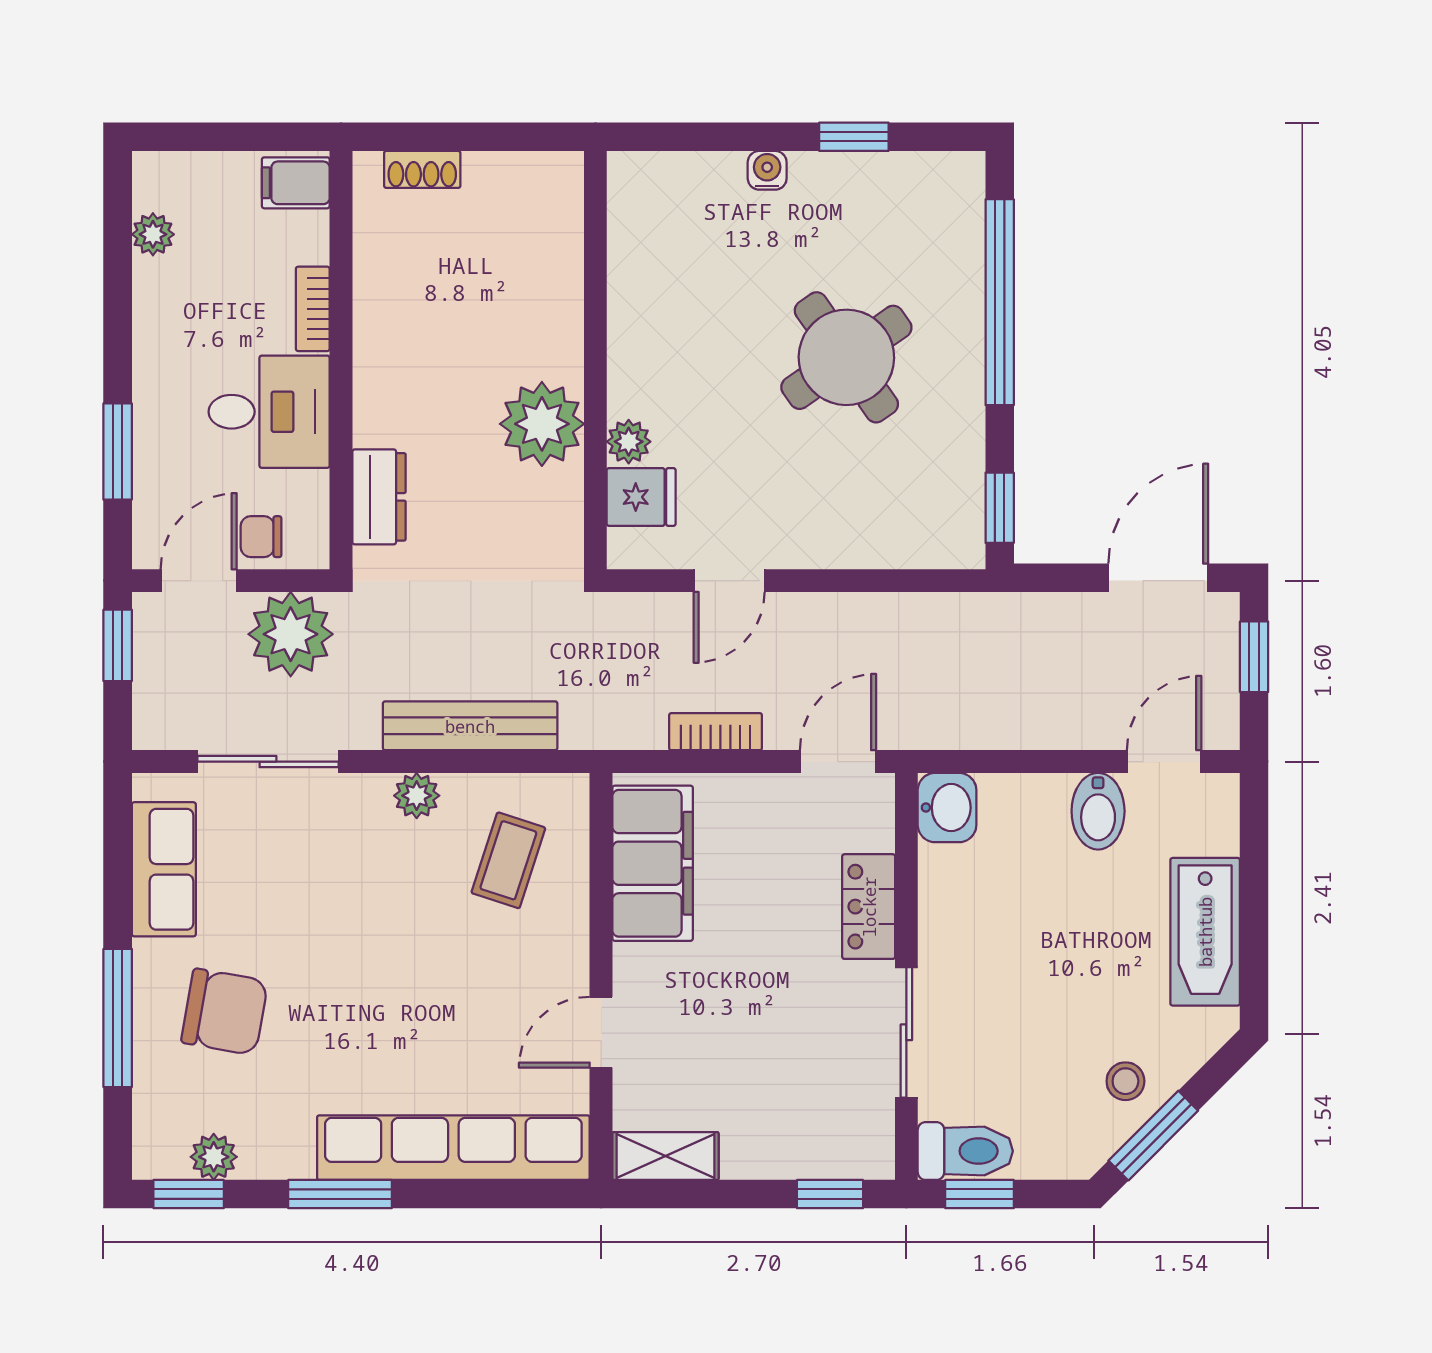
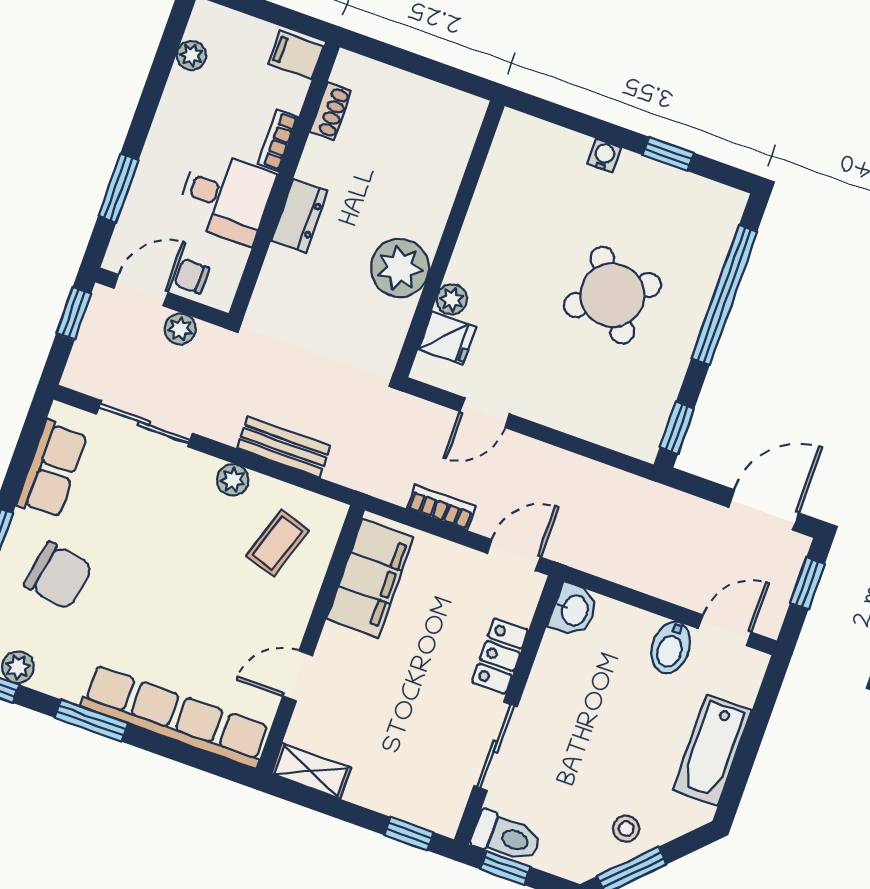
shoe rack: (422, 169) -> (331, 111), moved, turned -90
dresser: (379, 497) -> (299, 216), moved
plant: (291, 634) -> (180, 329), width x0.53, depth x0.53
bench: (470, 726) -> (284, 447), width x0.73

